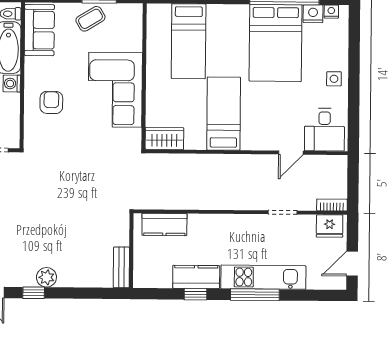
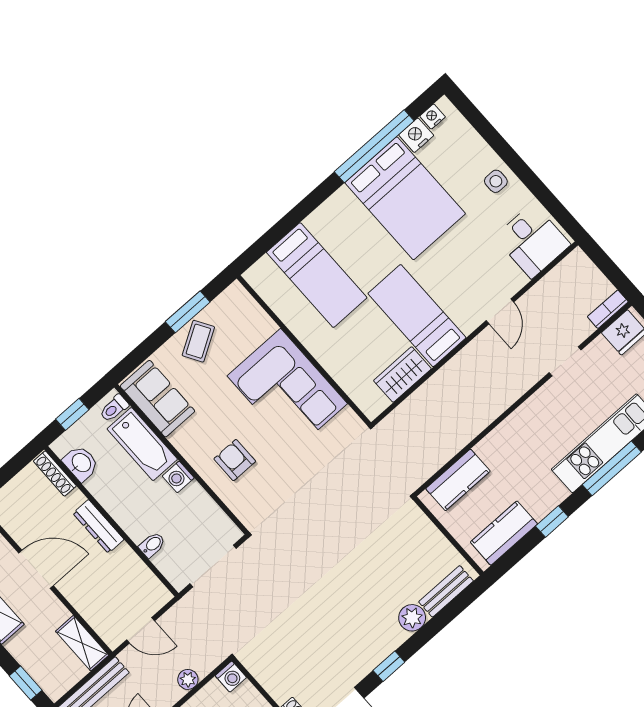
wardrobe: (164, 139) -> (402, 375), moved
door: (291, 153) -> (500, 311), moved
bench: (121, 267) -> (446, 591), moved, turned 90
plant: (46, 277) -> (412, 618), moved
kitchen counter: (196, 277) -> (504, 533), moved

